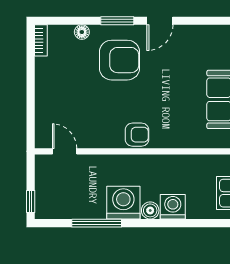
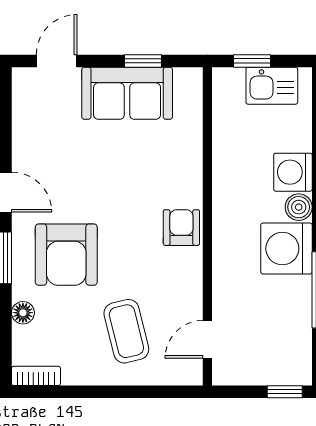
armchair: (119, 60) -> (66, 255), turned 180
coffee table: (70, 99) -> (126, 331), added

